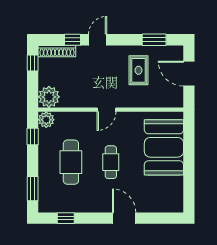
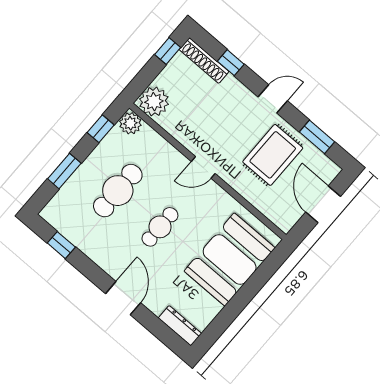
door: (98, 40) -> (273, 99), moved
rug: (138, 70) -> (273, 155), width x1.36, depth x1.43
window: (33, 189) -> (64, 171), moved
dresser: (168, 207) -> (180, 326), added

